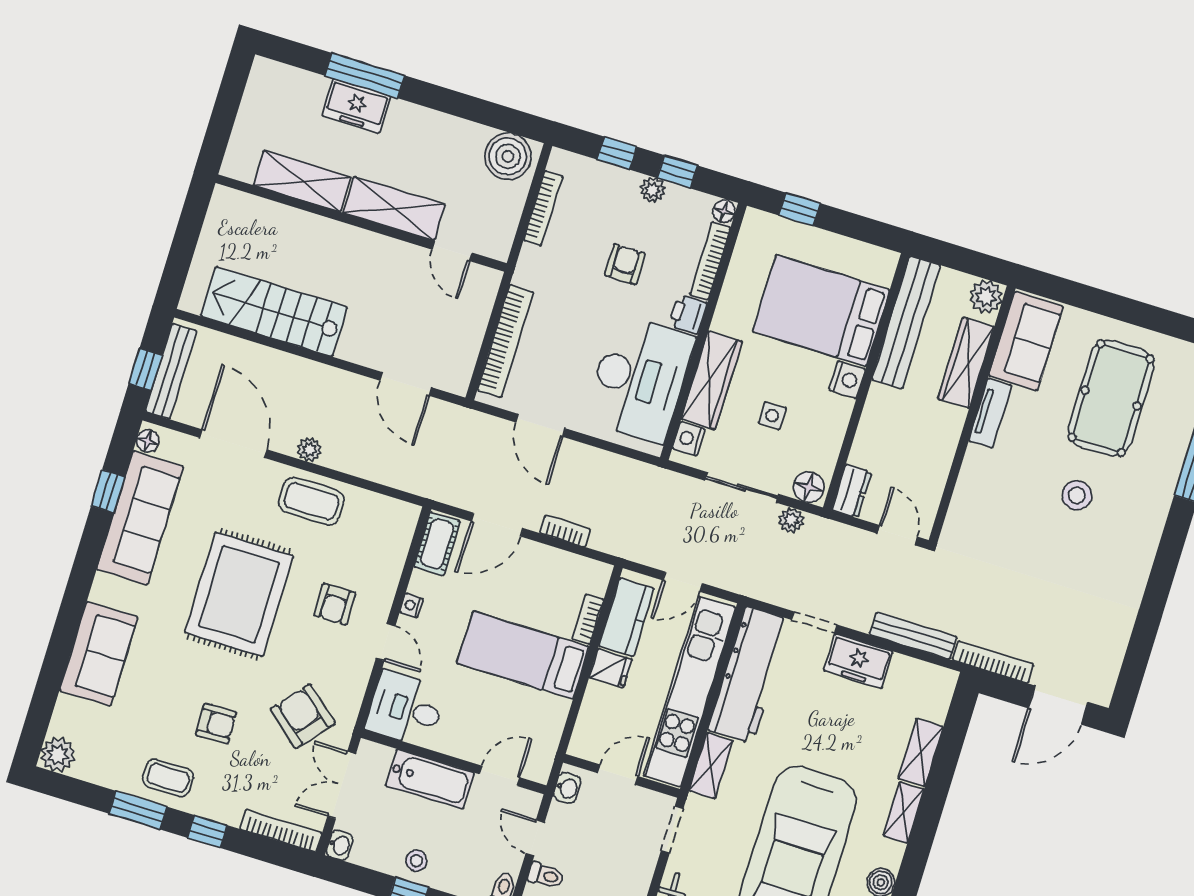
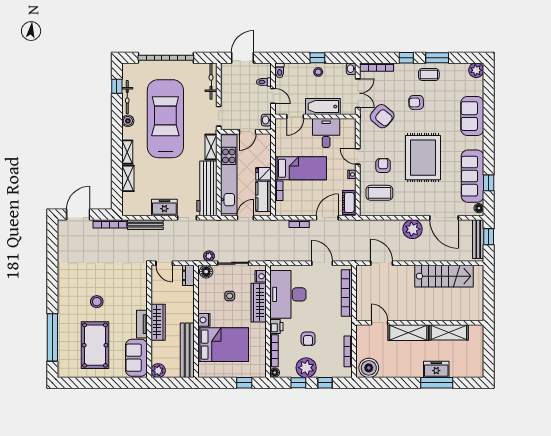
plant: (653, 190) -> (306, 368), width x1.88, depth x1.88
wardrobe: (966, 363) -> (158, 322), moved
plant: (309, 450) -> (413, 229), width x1.88, depth x1.88
coffee table: (311, 501) -> (379, 193), moved
desk: (406, 709) -> (326, 133), moved, turned -90

